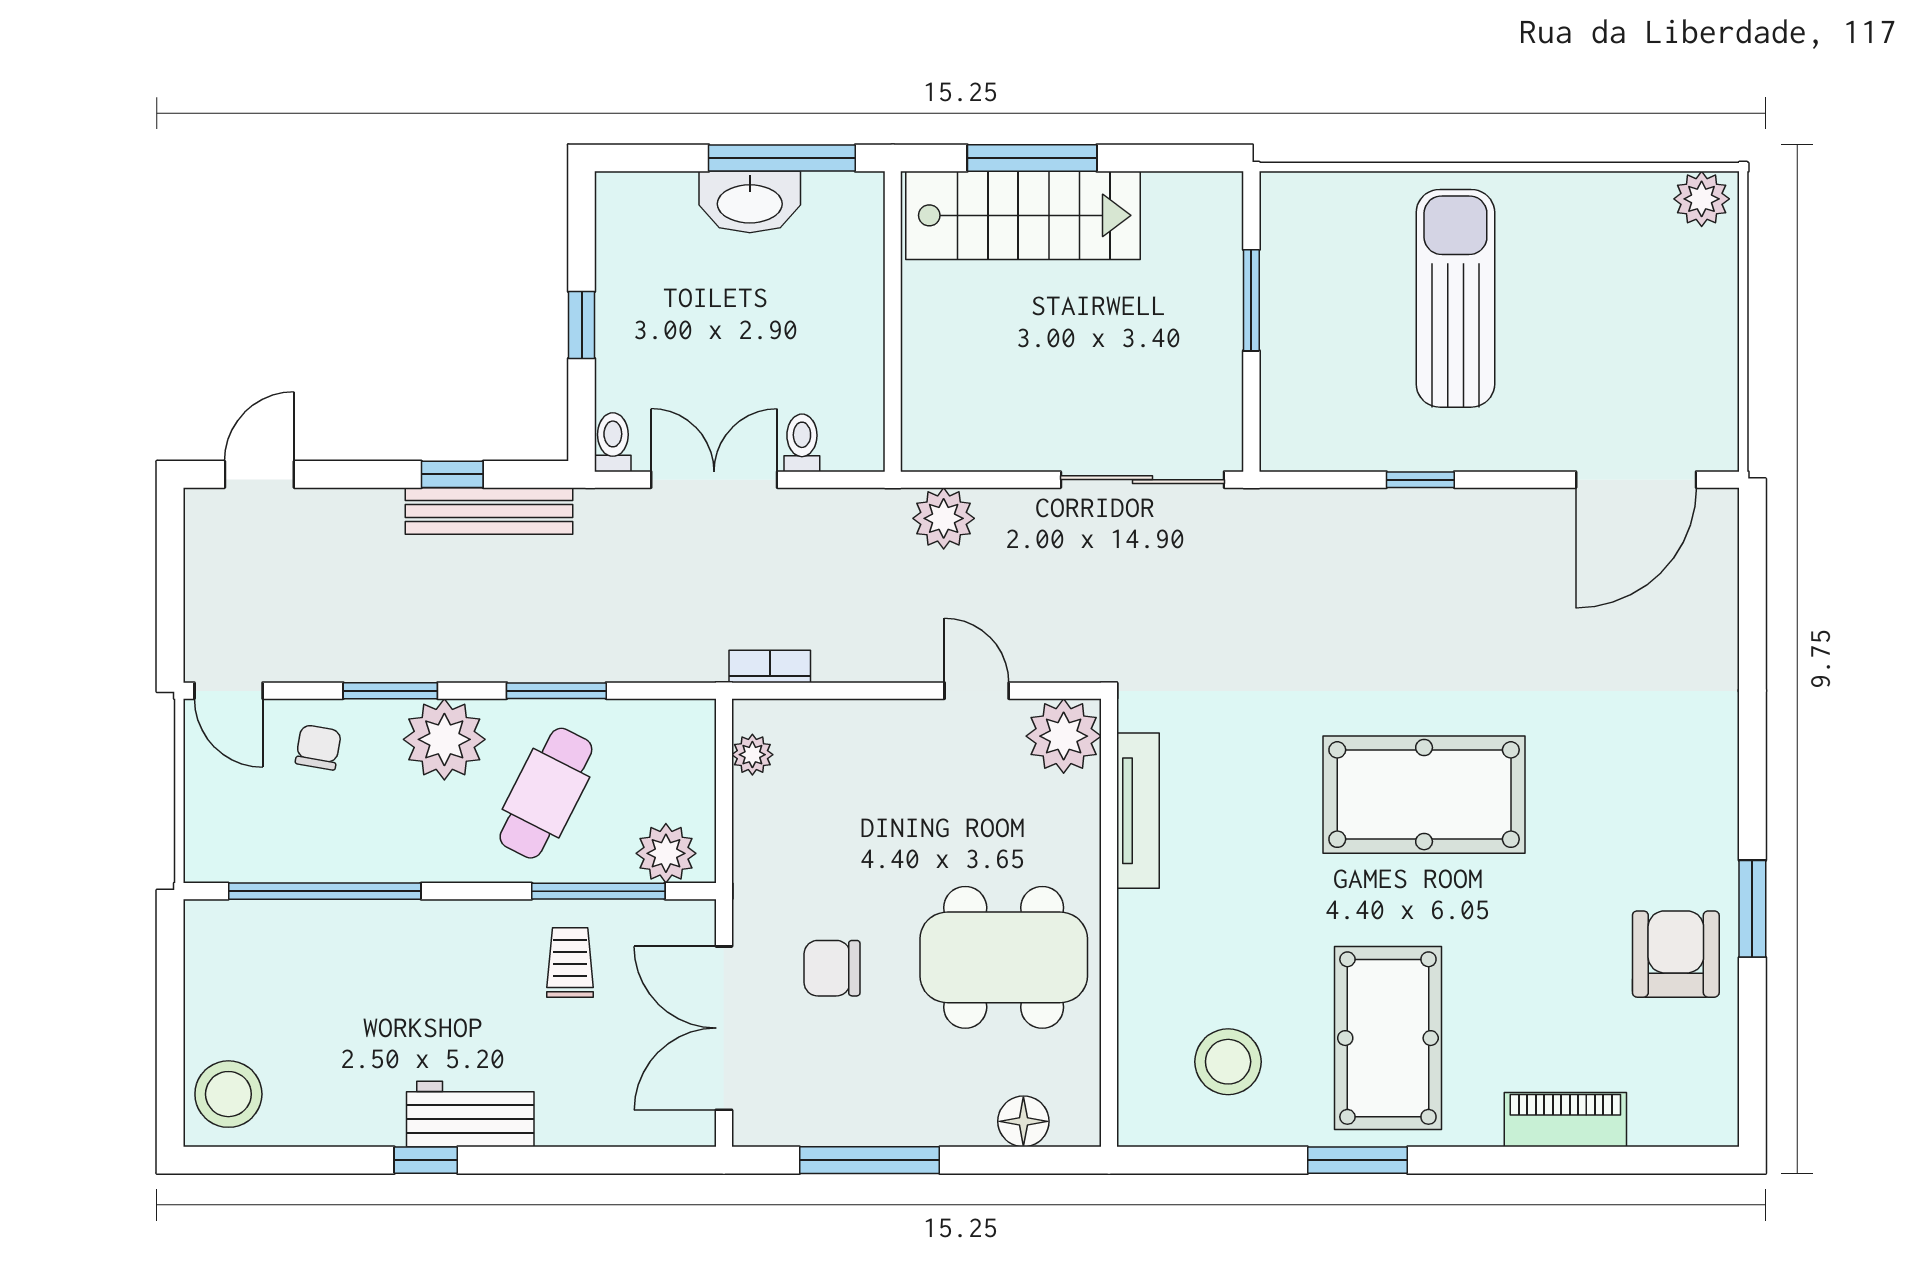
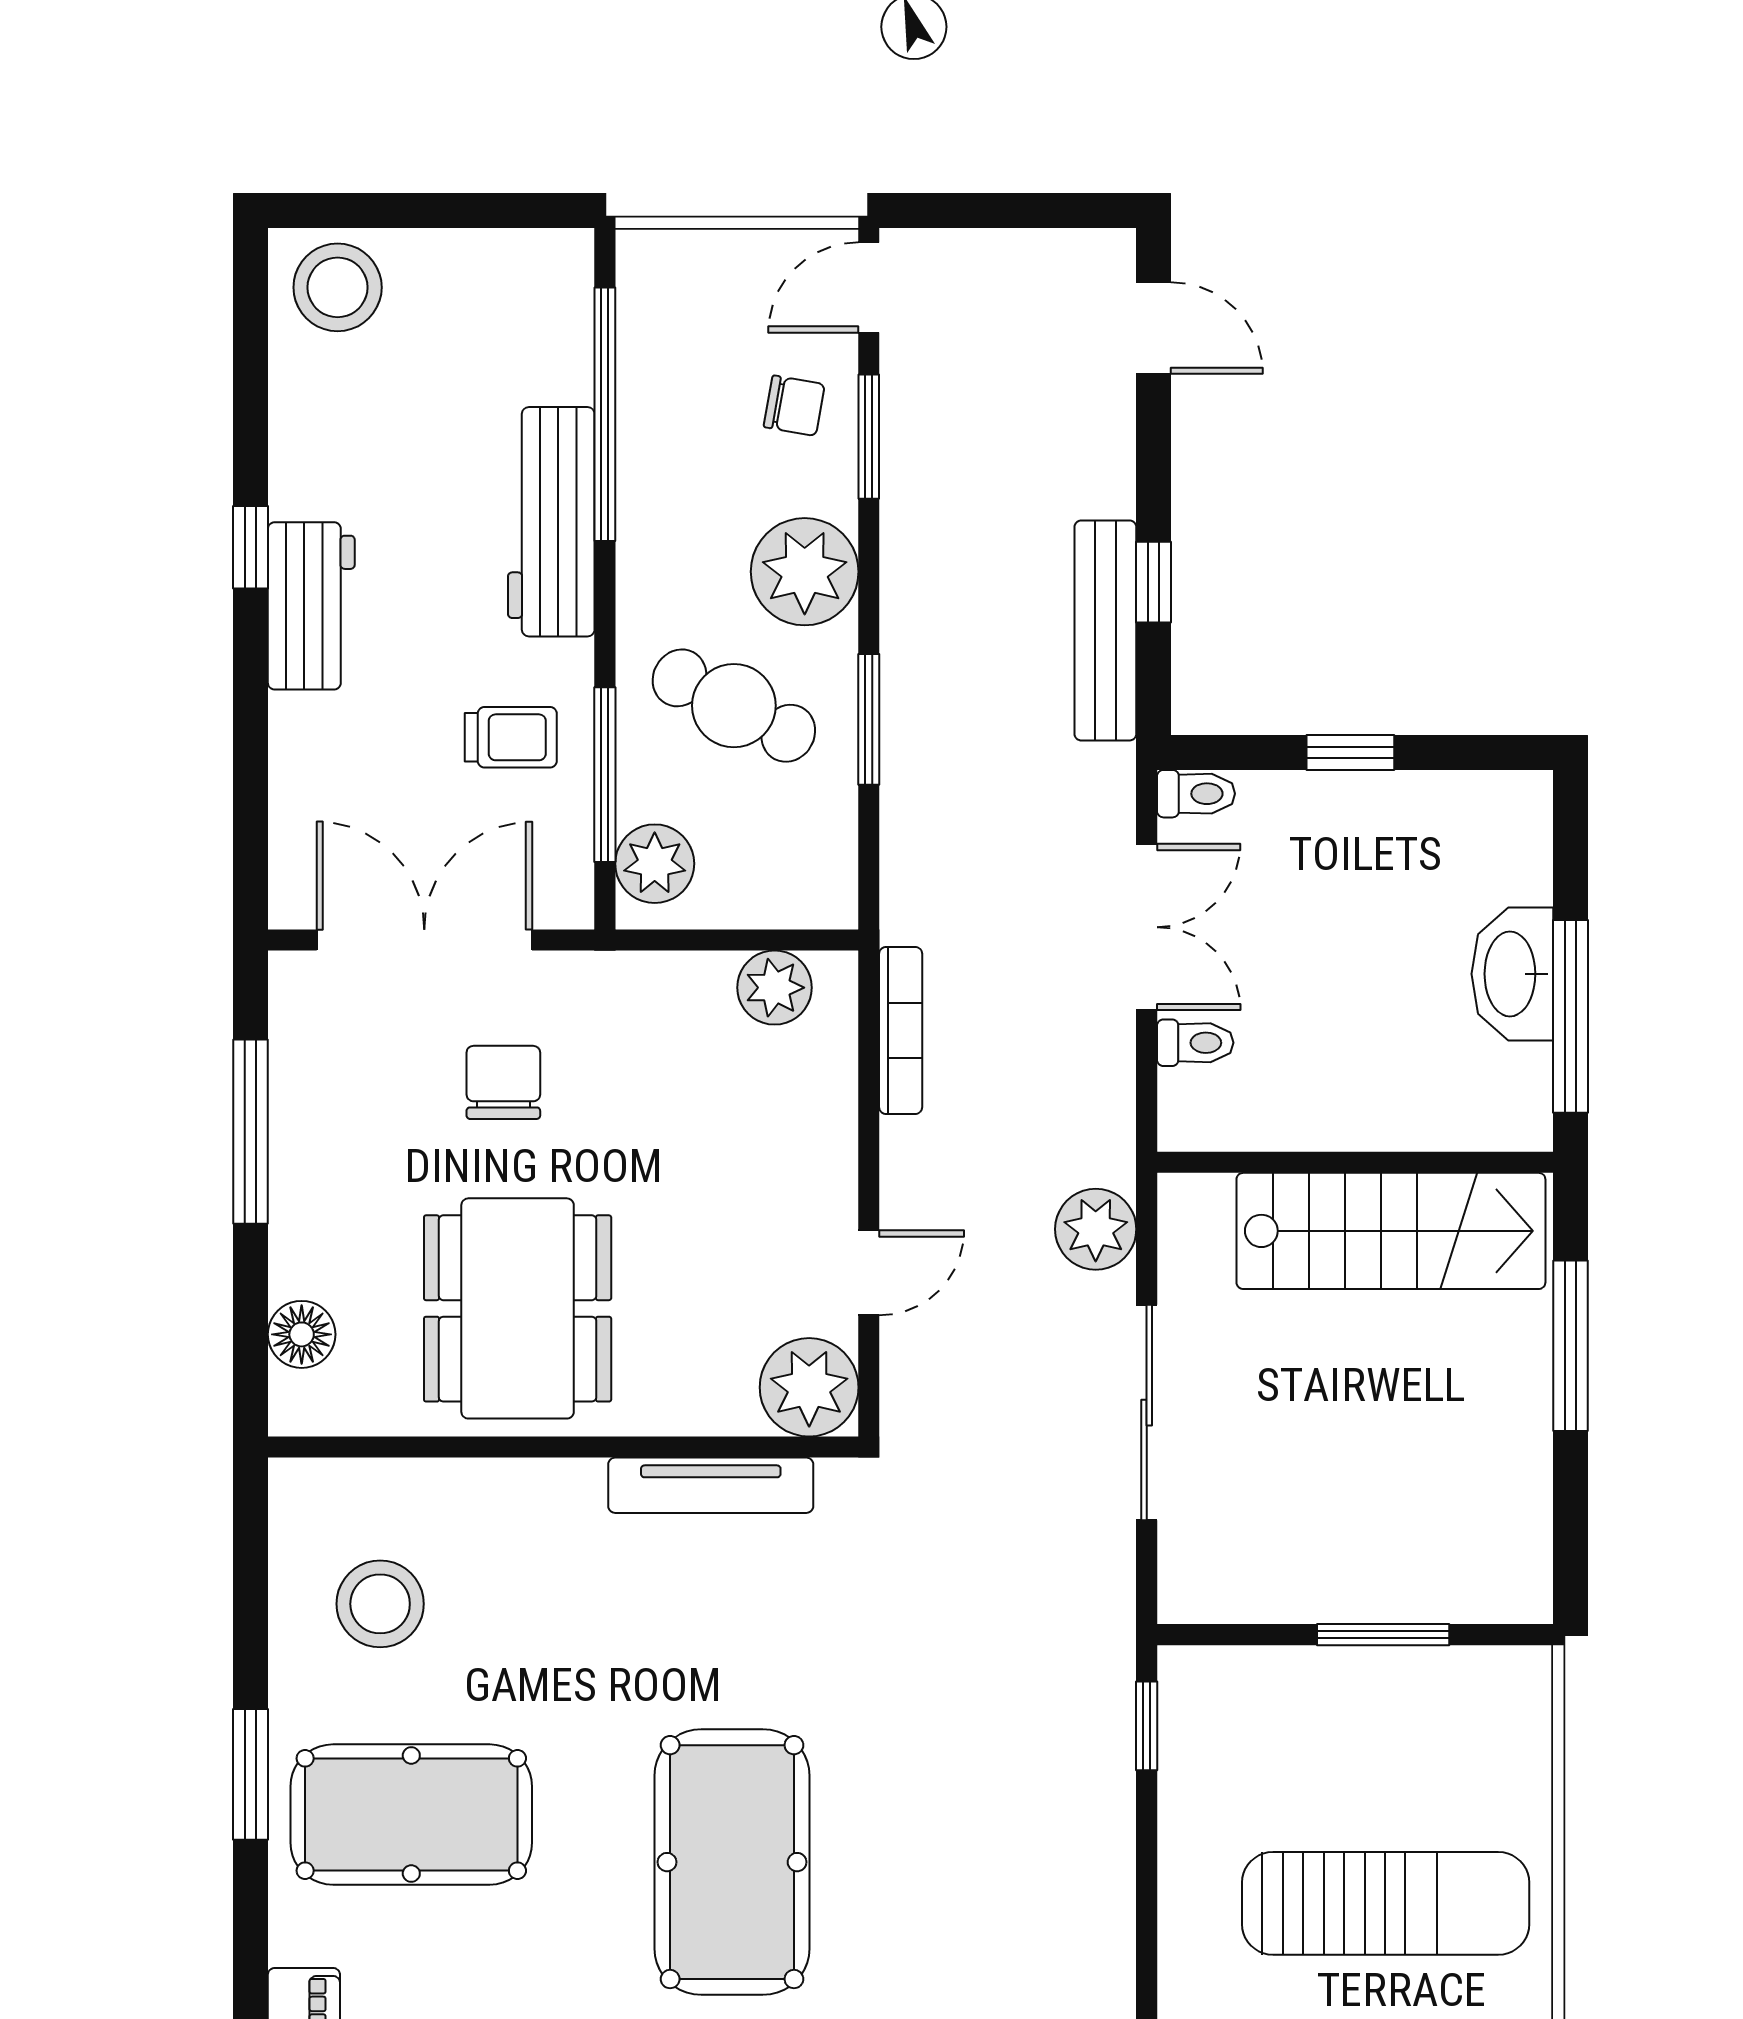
stairs: (1023, 215) -> (1391, 1231), moved, turned -90
sliding door: (1142, 480) -> (1147, 1413), moved
window: (1420, 480) -> (1147, 1726), moved
bookcase: (770, 667) -> (901, 1030), width x1.56
window: (390, 691) -> (869, 437), moved
plant: (752, 755) -> (775, 988), width x1.38, depth x1.38
workbench: (406, 932) -> (551, 522), added

